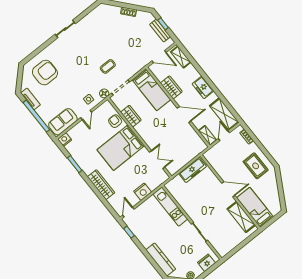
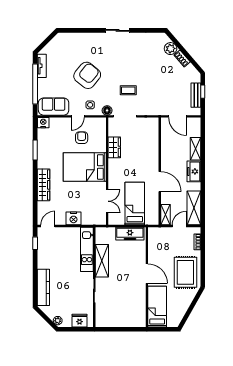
plant: (114, 11) -> (171, 49), added
shelving: (181, 57) -> (196, 149), moved
armchair: (45, 73) -> (87, 75), moved, turned -51
wardrobe: (171, 87) -> (167, 150), removed
bed: (151, 90) -> (135, 204), moved, turned 180
armchair: (115, 121) -> (82, 138), moved
rug: (256, 166) -> (185, 272), width x1.36, depth x1.43
shelving: (241, 217) -> (102, 261), moved

